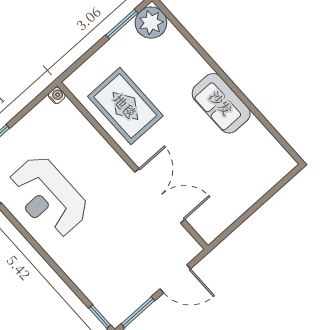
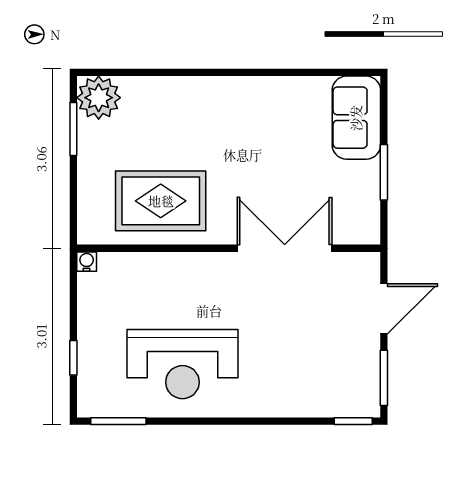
sofa: (221, 103) -> (356, 118), moved, turned 90
window: (249, 213) -> (384, 172), added

